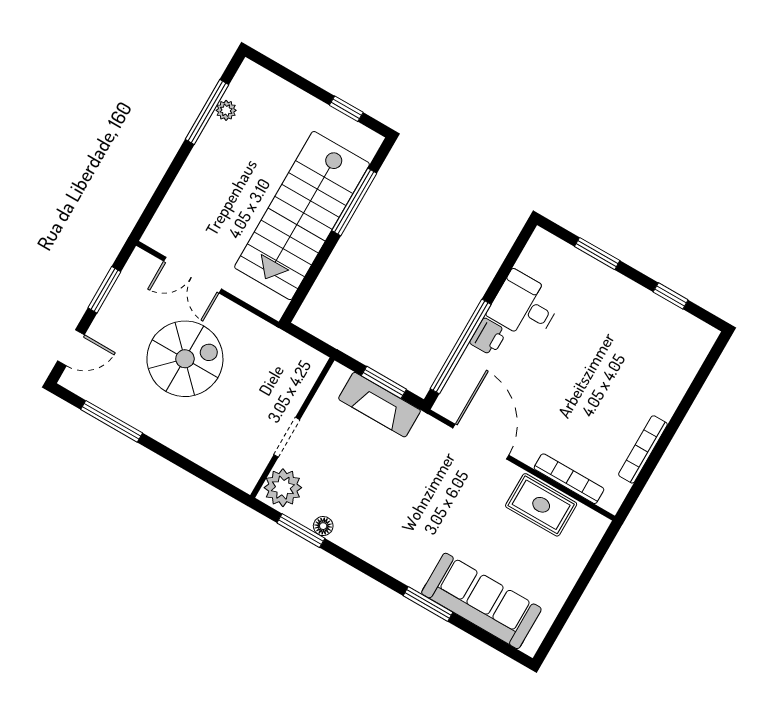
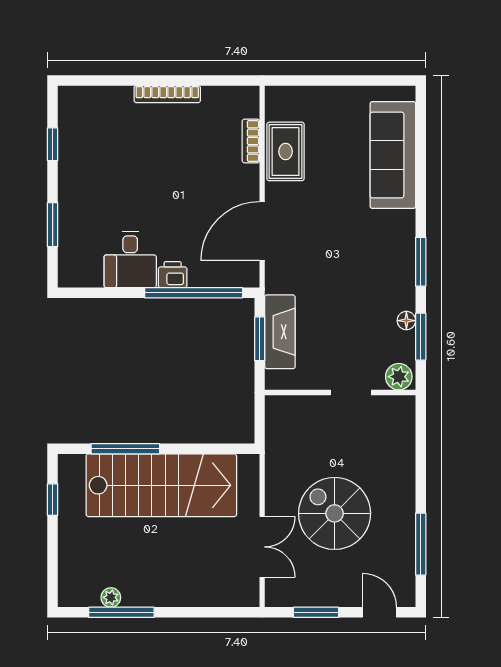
bookcase: (643, 449) -> (167, 94), moved
bookcase: (569, 479) -> (251, 141), width x0.64
plant: (283, 488) -> (399, 377), width x0.73, depth x0.73
window: (428, 604) -> (421, 262), moved

